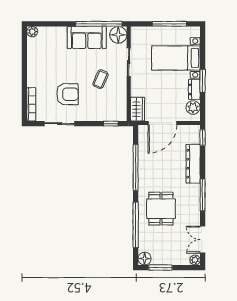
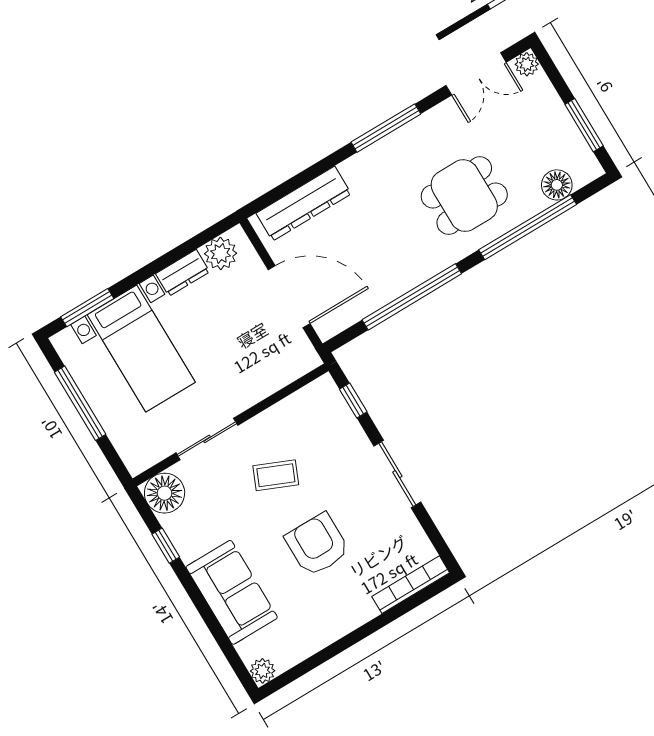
window: (99, 24) -> (166, 546), width x0.32
sofa: (87, 38) -> (232, 592), moved
window: (203, 81) -> (87, 308), moved
armchair: (67, 94) -> (317, 545), moved
wardrobe: (137, 109) -> (291, 364), removed
sliding door: (59, 124) -> (397, 474), moved
window: (203, 137) -> (270, 198), removed
dresser: (193, 164) -> (304, 204), moved
floor lamp: (145, 259) -> (557, 185), moved

